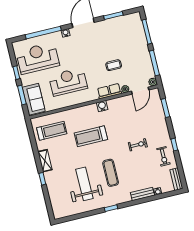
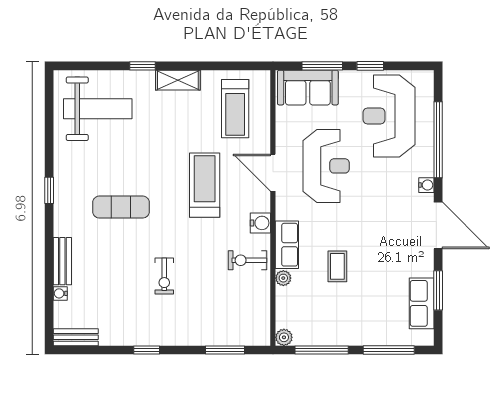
row of seats: (121, 22) -> (422, 303), added
reception desk: (38, 58) -> (389, 116), turned 180
door: (140, 91) -> (273, 173), moved
exercise bike: (163, 156) -> (248, 260), moved
weight bench: (84, 184) -> (98, 109), moved

